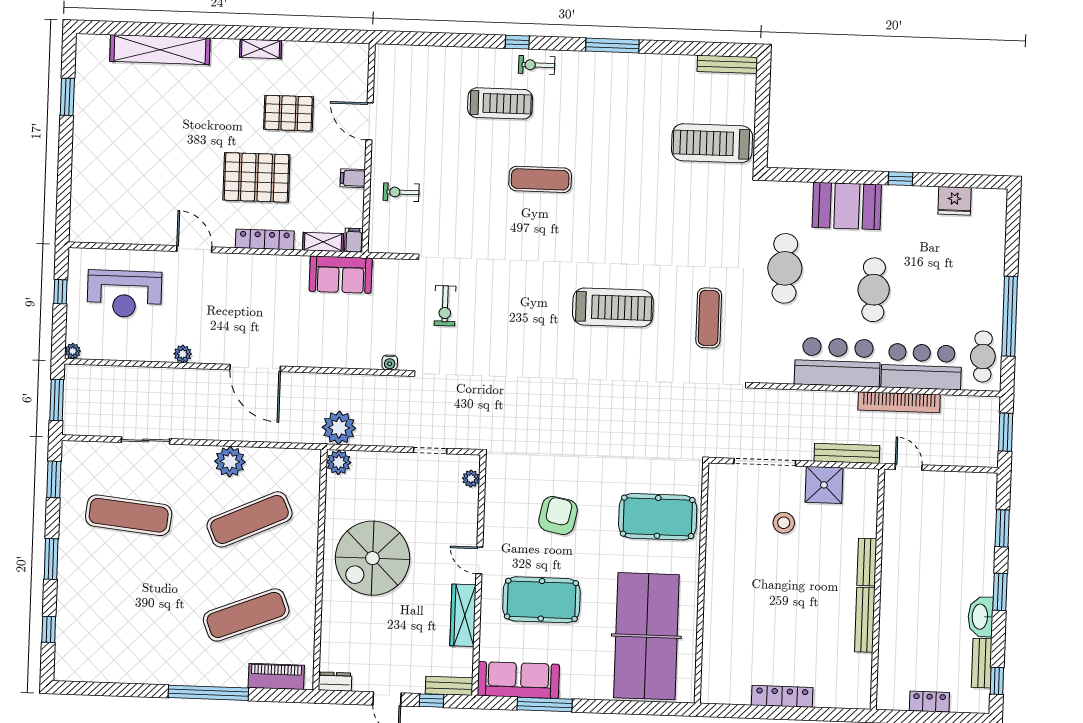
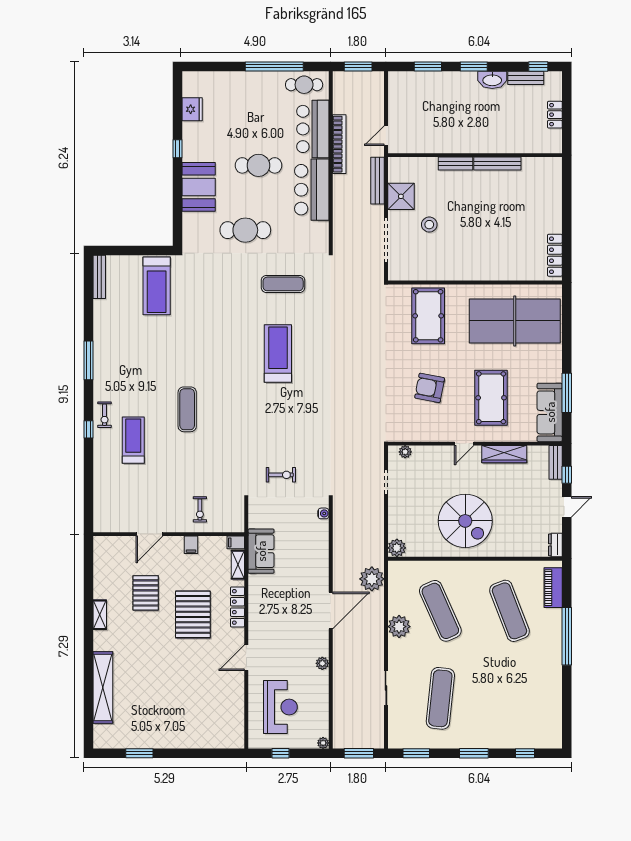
plant: (339, 428) -> (372, 579), moved
locker: (782, 696) -> (555, 255), moved

